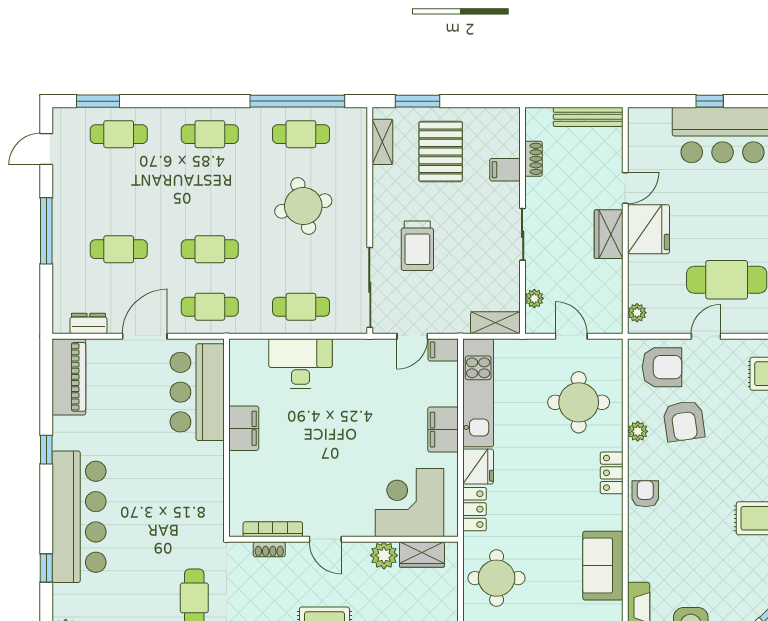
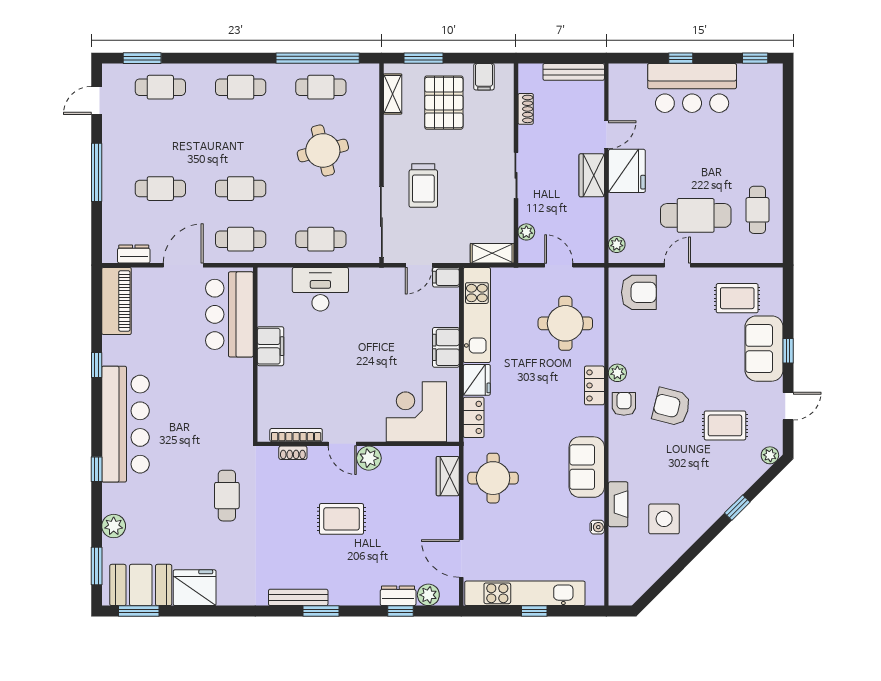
filing cabinet: (505, 170) -> (484, 77), moved, turned -90
armchair: (684, 421) -> (671, 407), moved, turned 112
plant: (638, 431) -> (617, 373), moved
plant: (384, 555) -> (369, 458), moved
wardrobe: (422, 555) -> (448, 476), moved, turned 90

